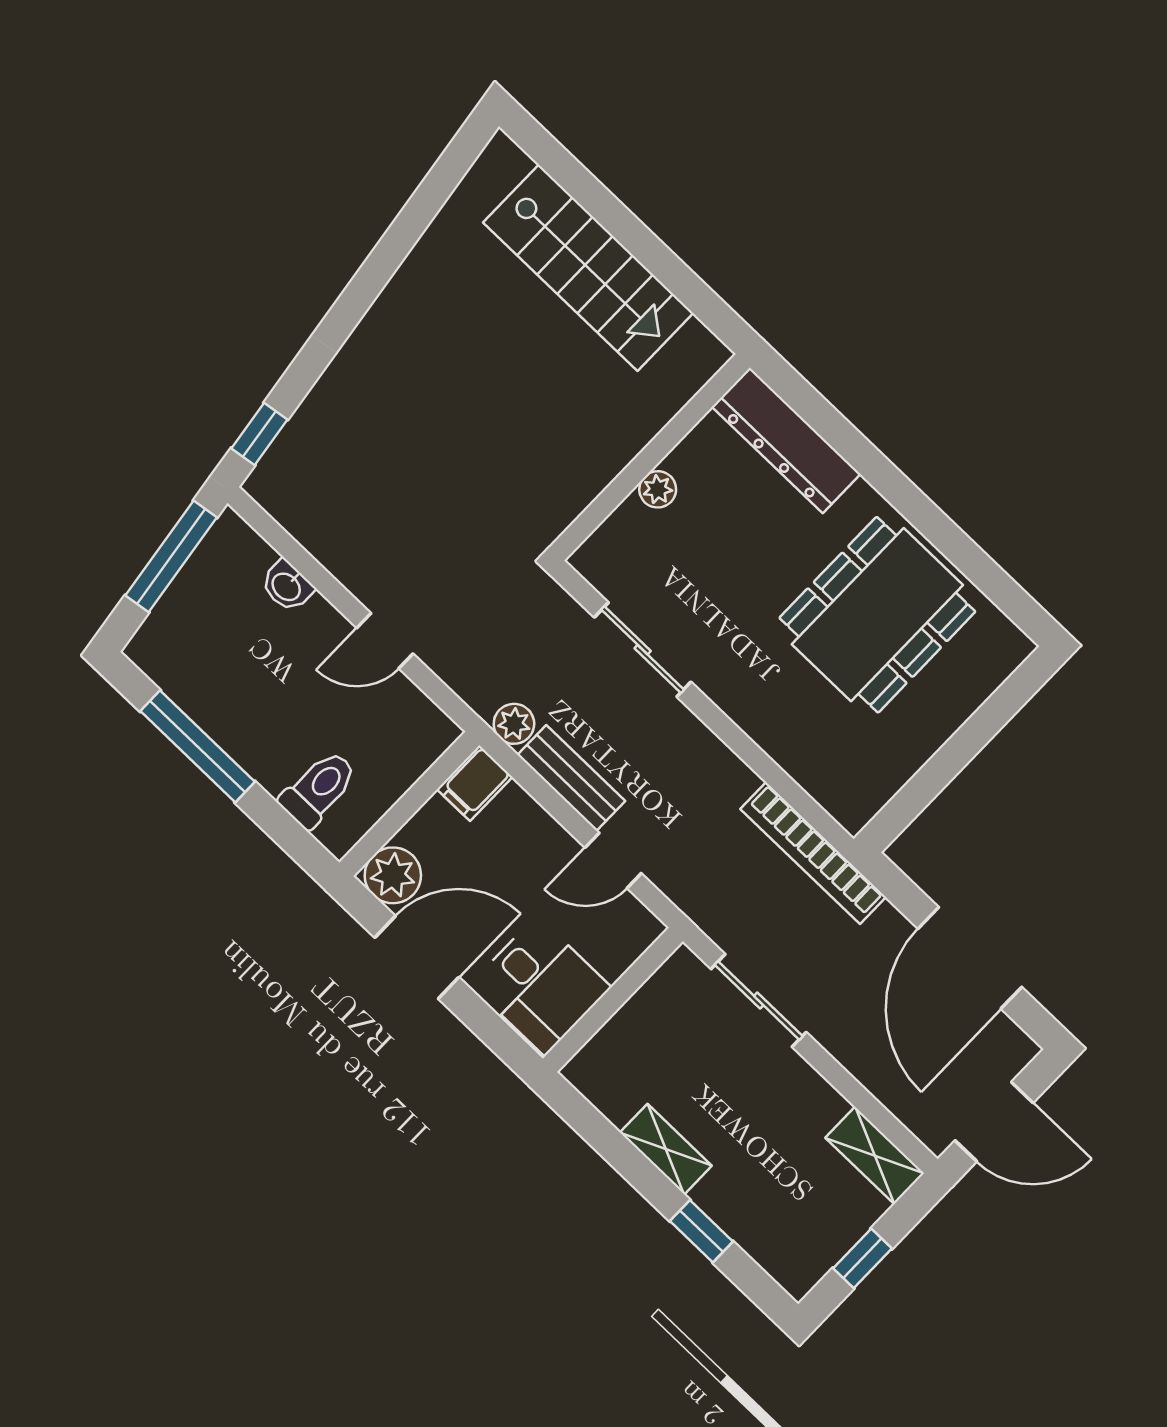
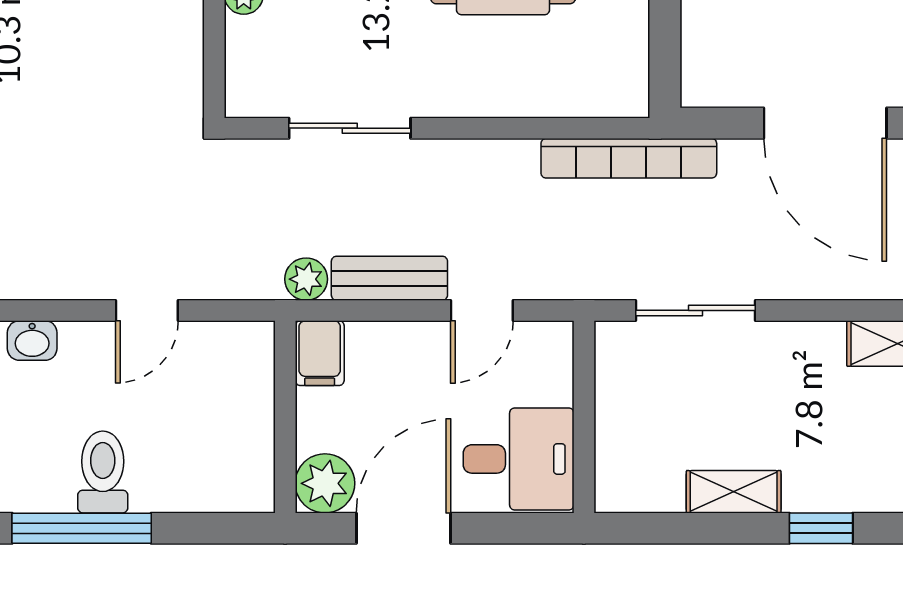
toilet: (319, 789) -> (103, 472), moved

